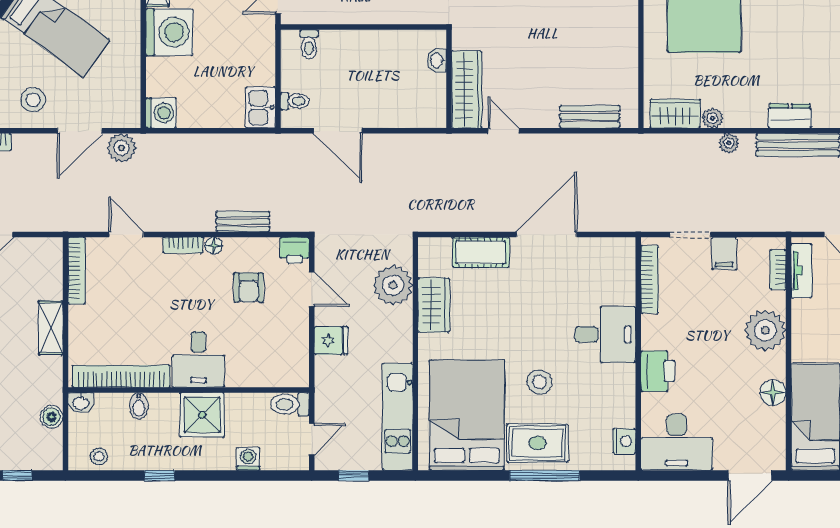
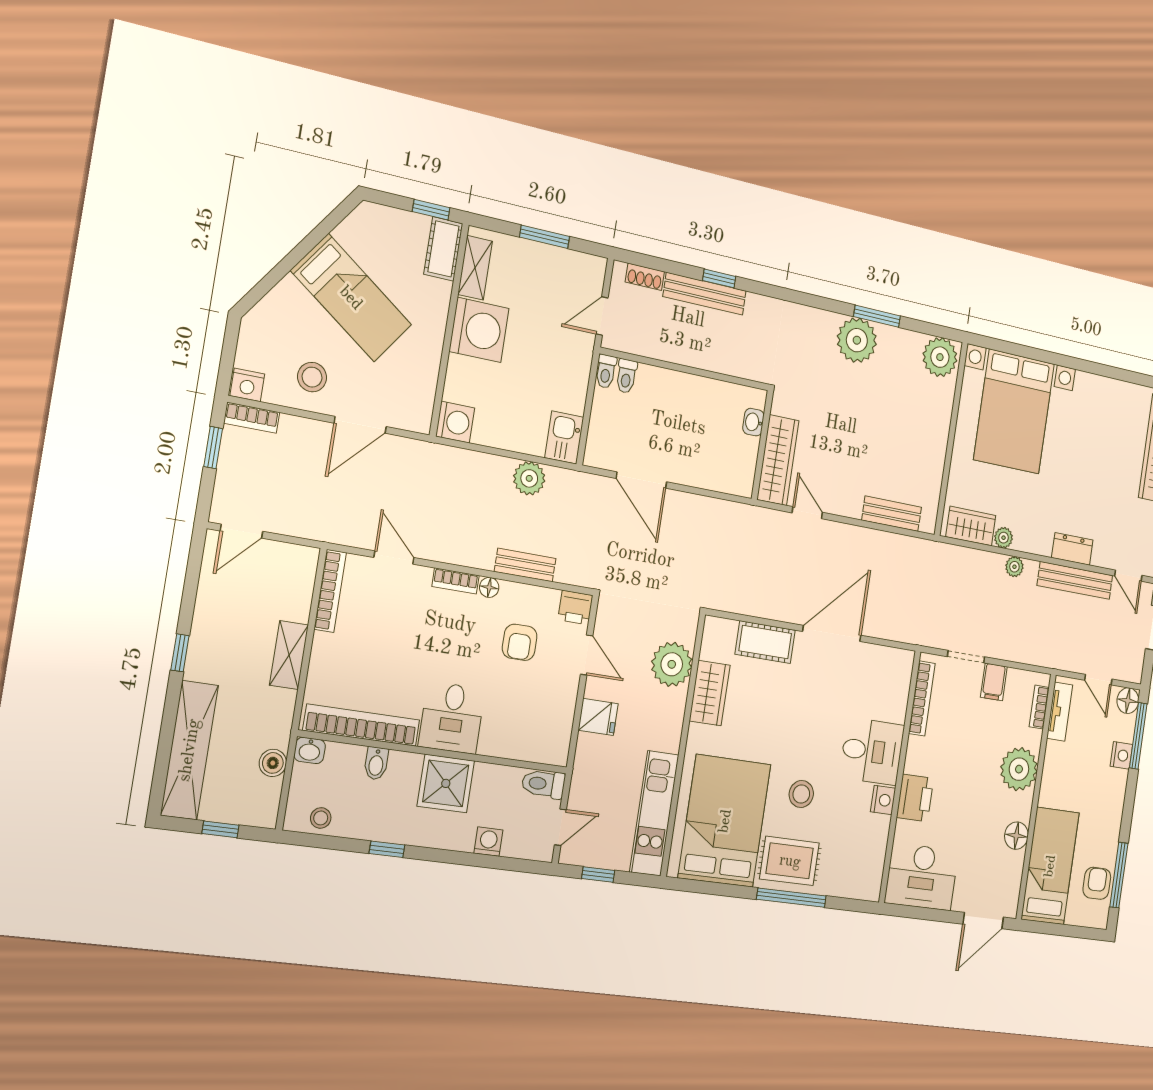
toilet: (295, 101) -> (606, 371), moved, turned 90
plant: (121, 148) -> (529, 478), moved
nightstand: (624, 441) -> (883, 800), moved

